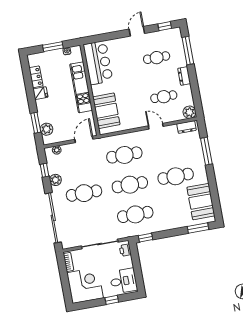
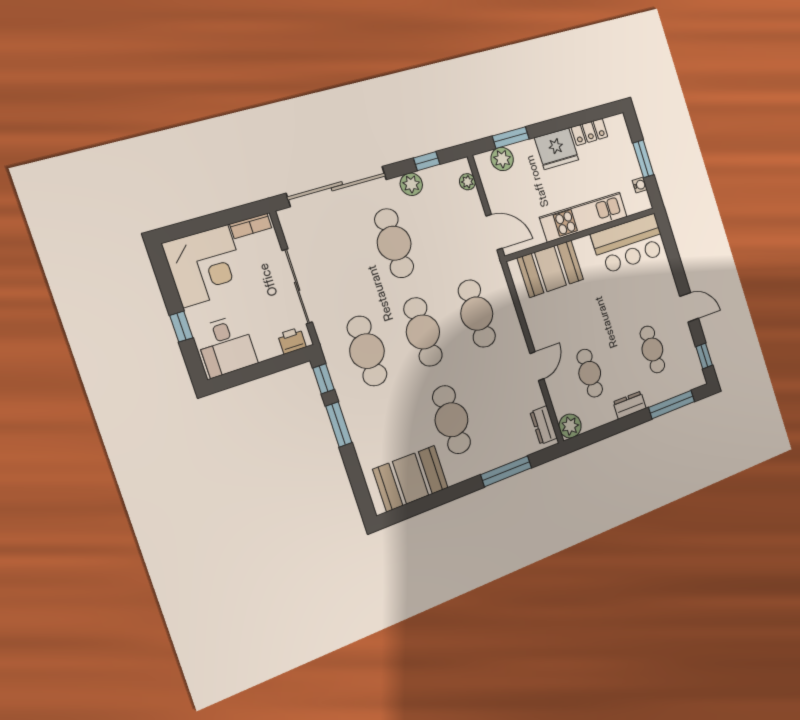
fridge: (40, 93) -> (557, 149), width x1.88, depth x1.34
window: (198, 228) -> (339, 424), moved

